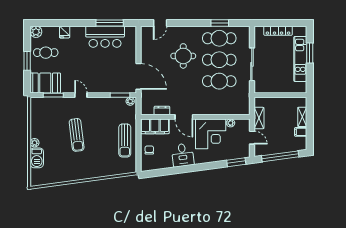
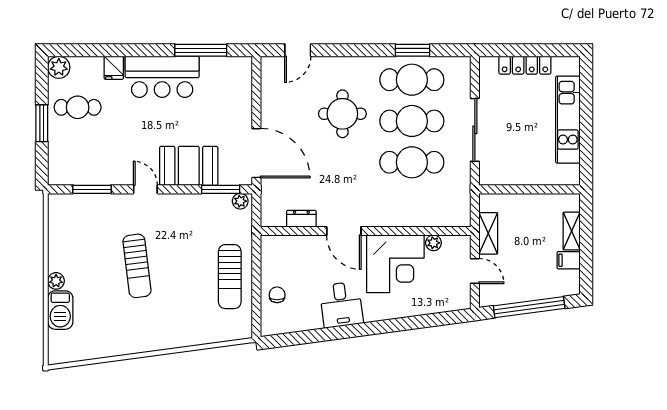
bar counter: (105, 37) -> (162, 77), moved
window: (310, 53) -> (586, 108), removed
booth: (45, 83) -> (189, 166), moved
filing cabinet: (155, 126) -> (288, 249), removed
window: (236, 162) -> (444, 318), removed

